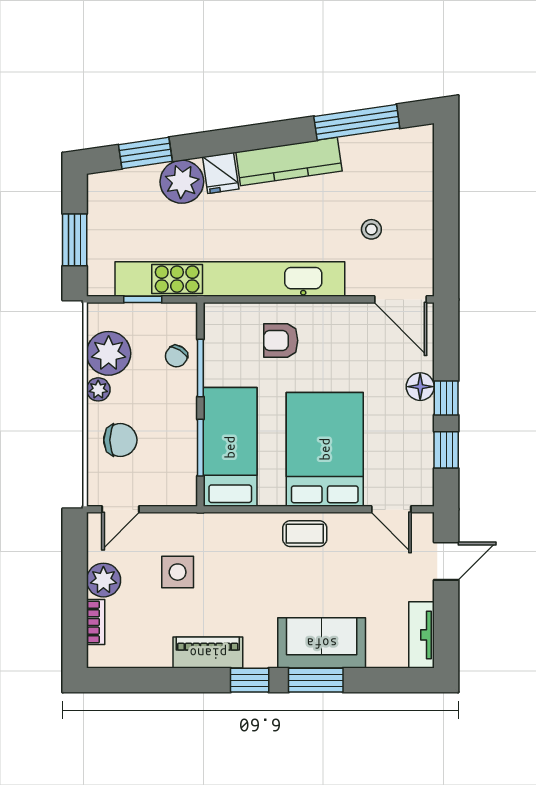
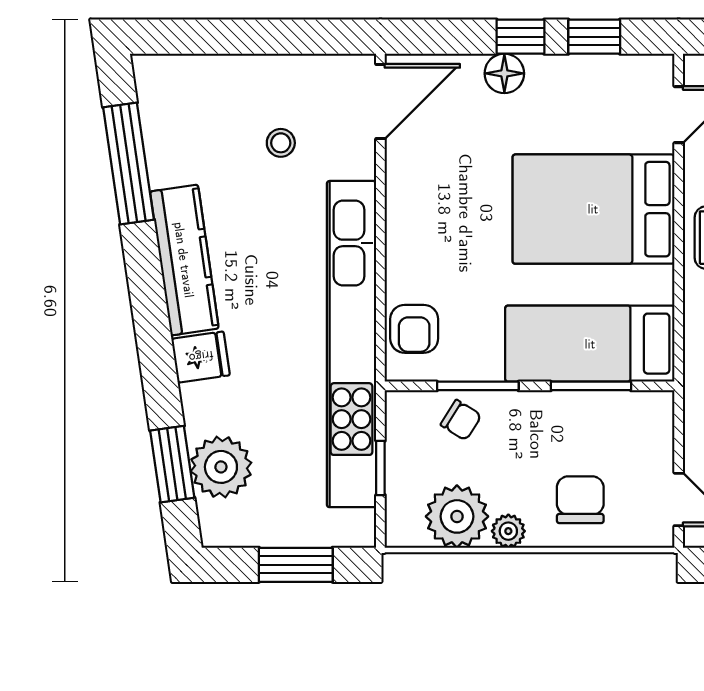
plant: (182, 182) -> (221, 467), moved
armchair: (281, 341) -> (414, 329), moved

